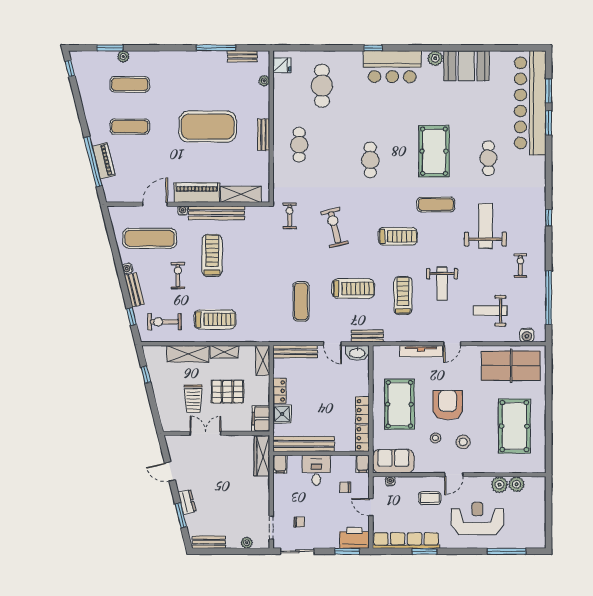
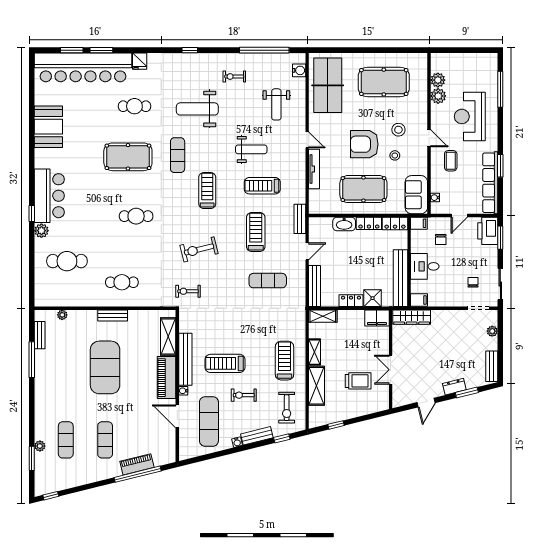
plant: (435, 58) -> (41, 231), moved
fridge: (282, 65) -> (140, 61), moved, turned 180
washbasin: (357, 353) -> (344, 224), moved, turned 90
pallet: (227, 392) -> (352, 349), removed

